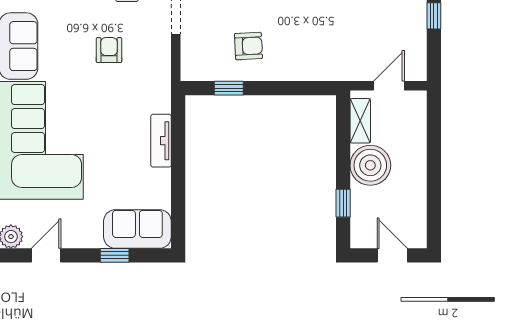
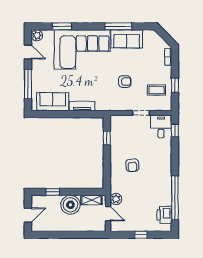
armchair: (248, 46) -> (132, 165), moved
plant: (358, 69) -> (116, 199), added
sofa: (137, 229) -> (53, 102), moved, turned -90
window: (115, 255) -> (28, 84), width x2.17

